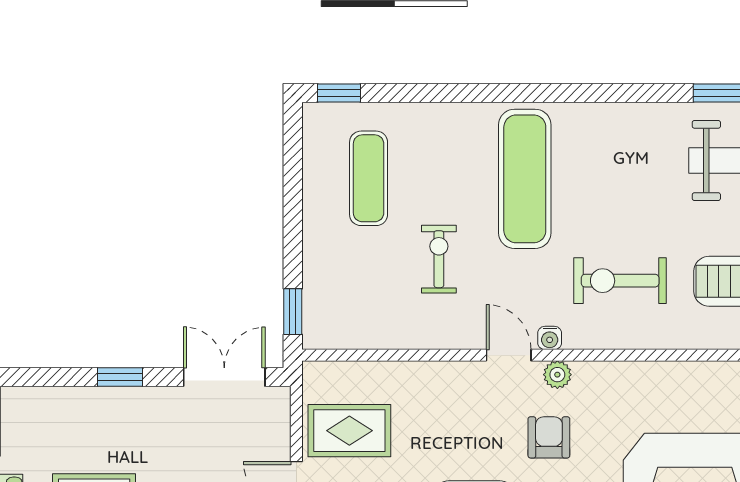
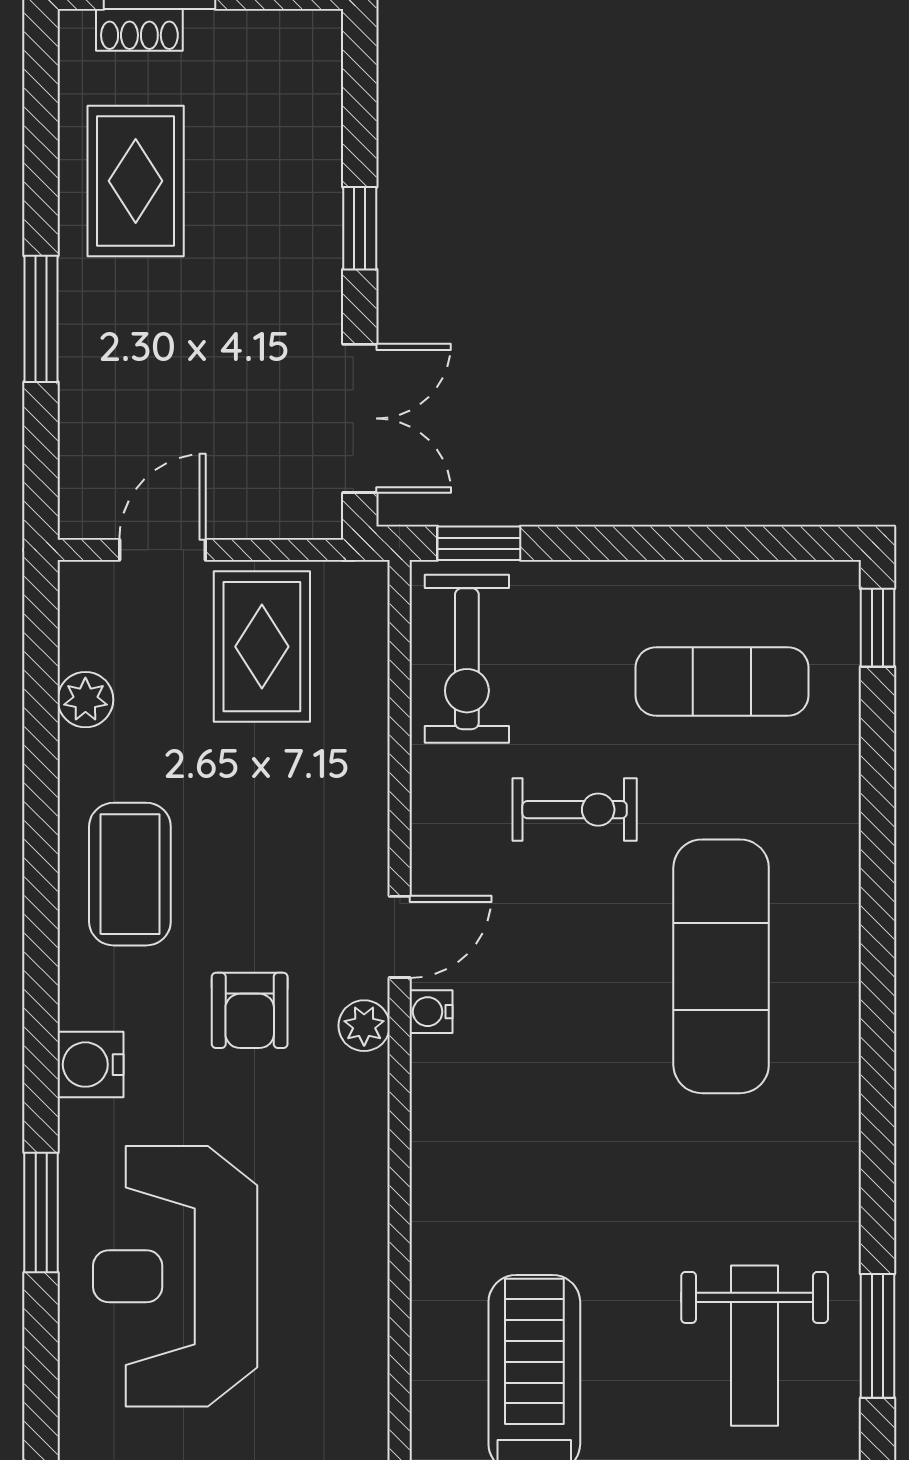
exercise mat: (525, 179) -> (721, 966), turned 90
exercise bike: (620, 281) -> (467, 659), moved, turned 180
armchair: (549, 437) -> (250, 1010), turned 90

